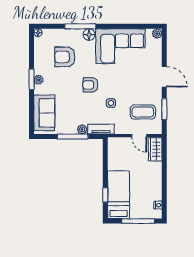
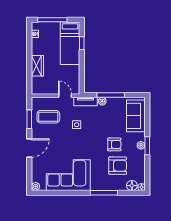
floor lamp: (89, 35) -> (132, 186), moved
door: (164, 77) -> (29, 148), swing flipped
armchair: (90, 85) -> (114, 144), moved
door: (139, 136) -> (65, 96), moved
wardrobe: (155, 149) -> (37, 66), moved

